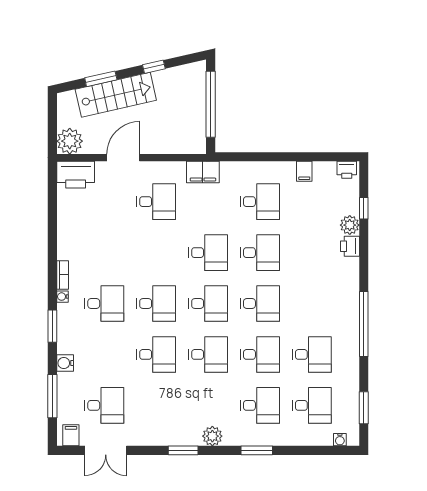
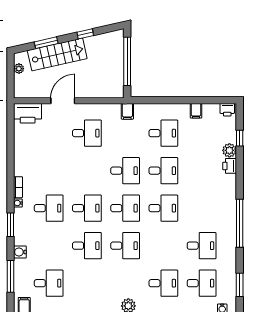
plant: (70, 141) -> (19, 69), moved, width x0.53, depth x0.53
filing cabinet: (203, 172) -> (127, 111), width x0.50
desk: (260, 354) -> (163, 246), removed

